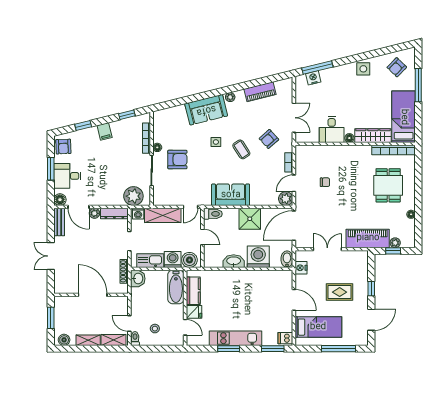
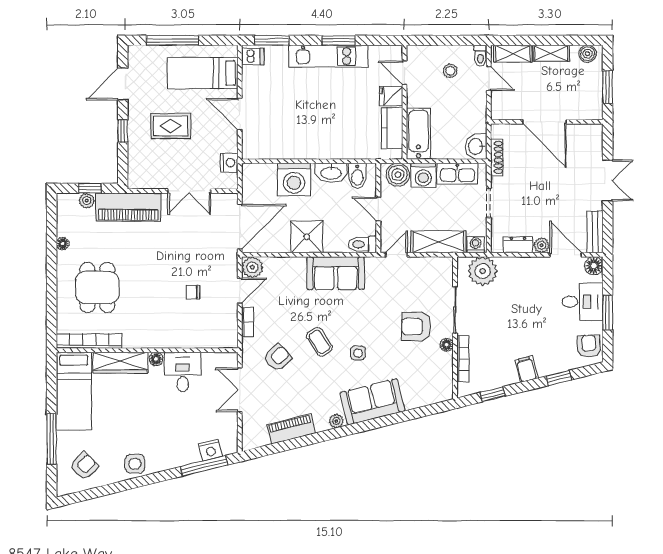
dresser: (114, 214) -> (518, 245), width x0.70
bidet: (287, 259) -> (357, 176), moved

